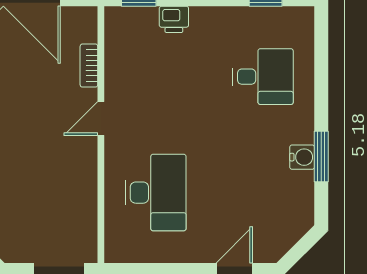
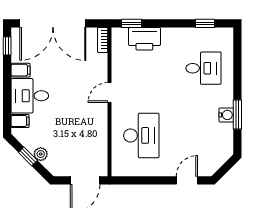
printer: (174, 19) -> (144, 39), width x1.87, depth x1.48
bookcase: (89, 66) -> (103, 40), moved

